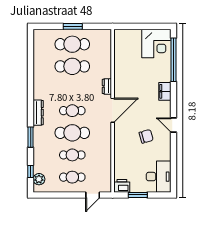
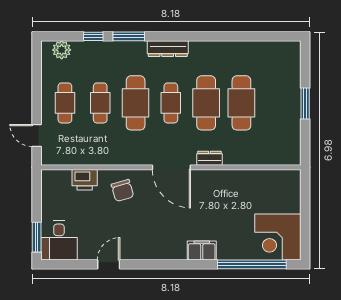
cafe table: (72, 44) -> (206, 103), moved
door: (174, 125) -> (109, 264), moved
chair: (146, 136) -> (122, 190), moved
window: (31, 171) -> (93, 36), moved
desk: (159, 177) -> (59, 240), width x0.73
printer: (122, 186) -> (85, 180), moved, turned 90
window: (138, 195) -> (37, 237), moved

